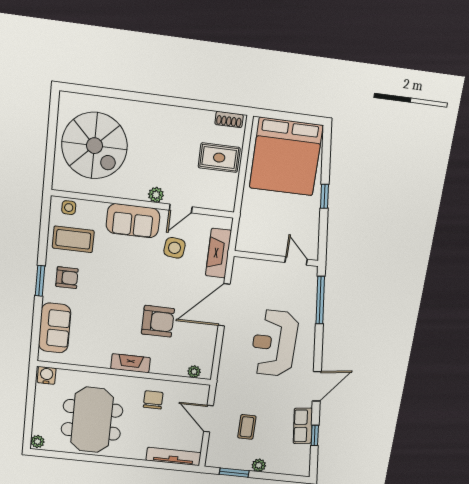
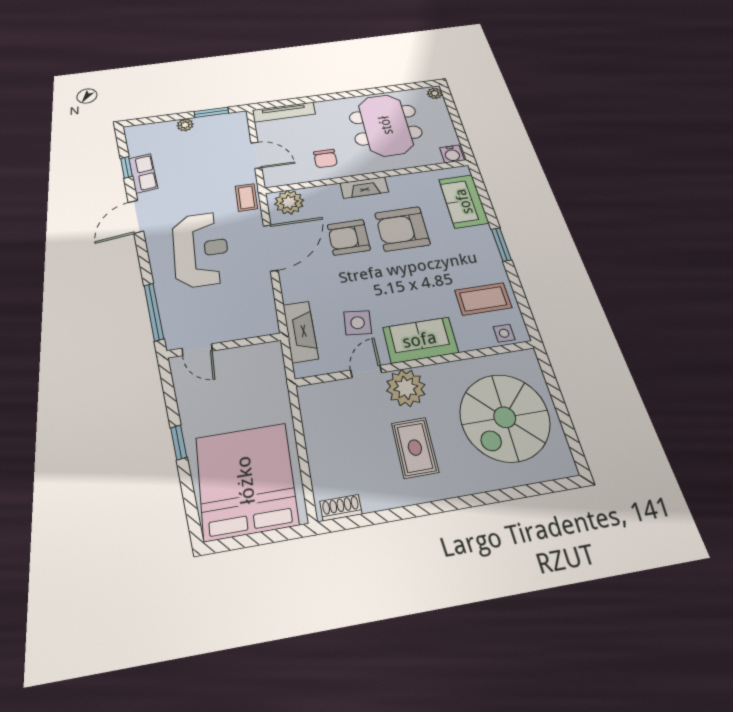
spiral stairs: (94, 146) -> (505, 417), turned -90
rug: (219, 158) -> (415, 448), moved, turned 90
plant: (156, 195) -> (406, 388), width x1.87, depth x1.87
armchair: (67, 278) -> (402, 229), moved, width x1.88, depth x1.88
door: (224, 305) -> (271, 248), moved
plant: (194, 372) -> (289, 202), width x1.88, depth x1.88
coffee table: (247, 427) -> (246, 197), moved

